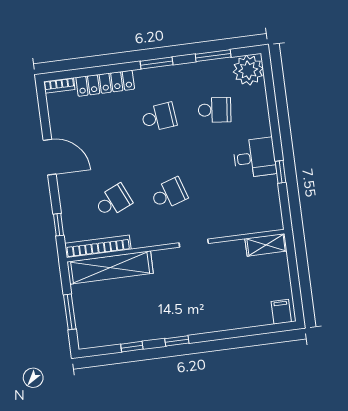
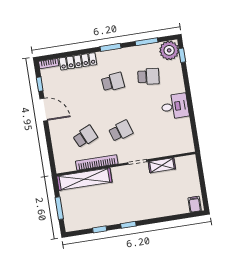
window: (280, 172) -> (182, 55), moved
window: (58, 225) -> (40, 84), moved
shelving: (266, 245) -> (162, 165), moved
bookcase: (98, 246) -> (97, 163), moved

